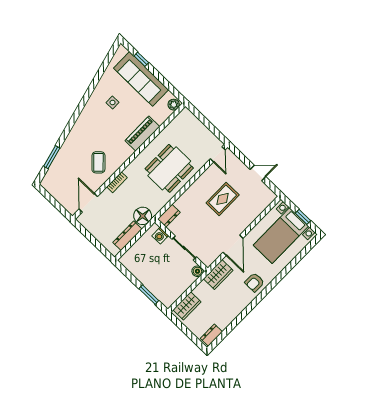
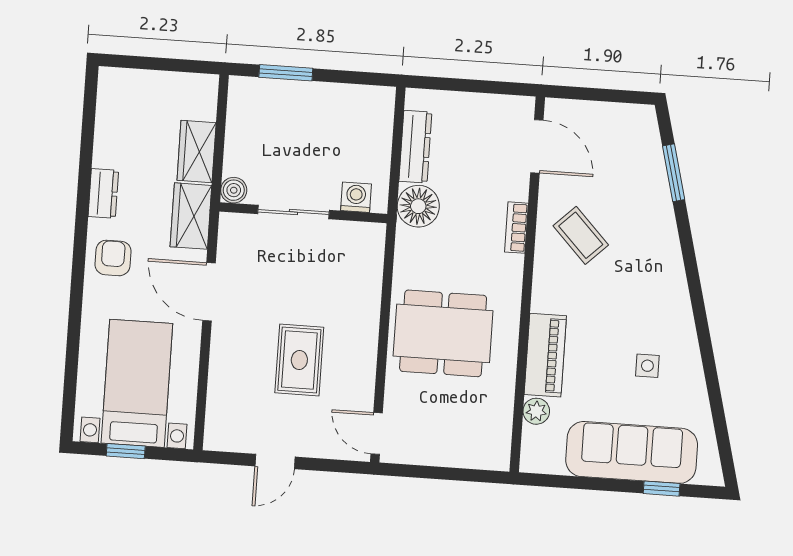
plant: (174, 105) -> (536, 411), moved
dining table: (169, 168) -> (443, 333), turned 90
dresser: (169, 216) -> (371, 247), removed
wardrobe: (187, 306) -> (197, 152), moved
dresser: (211, 335) -> (103, 193), moved

